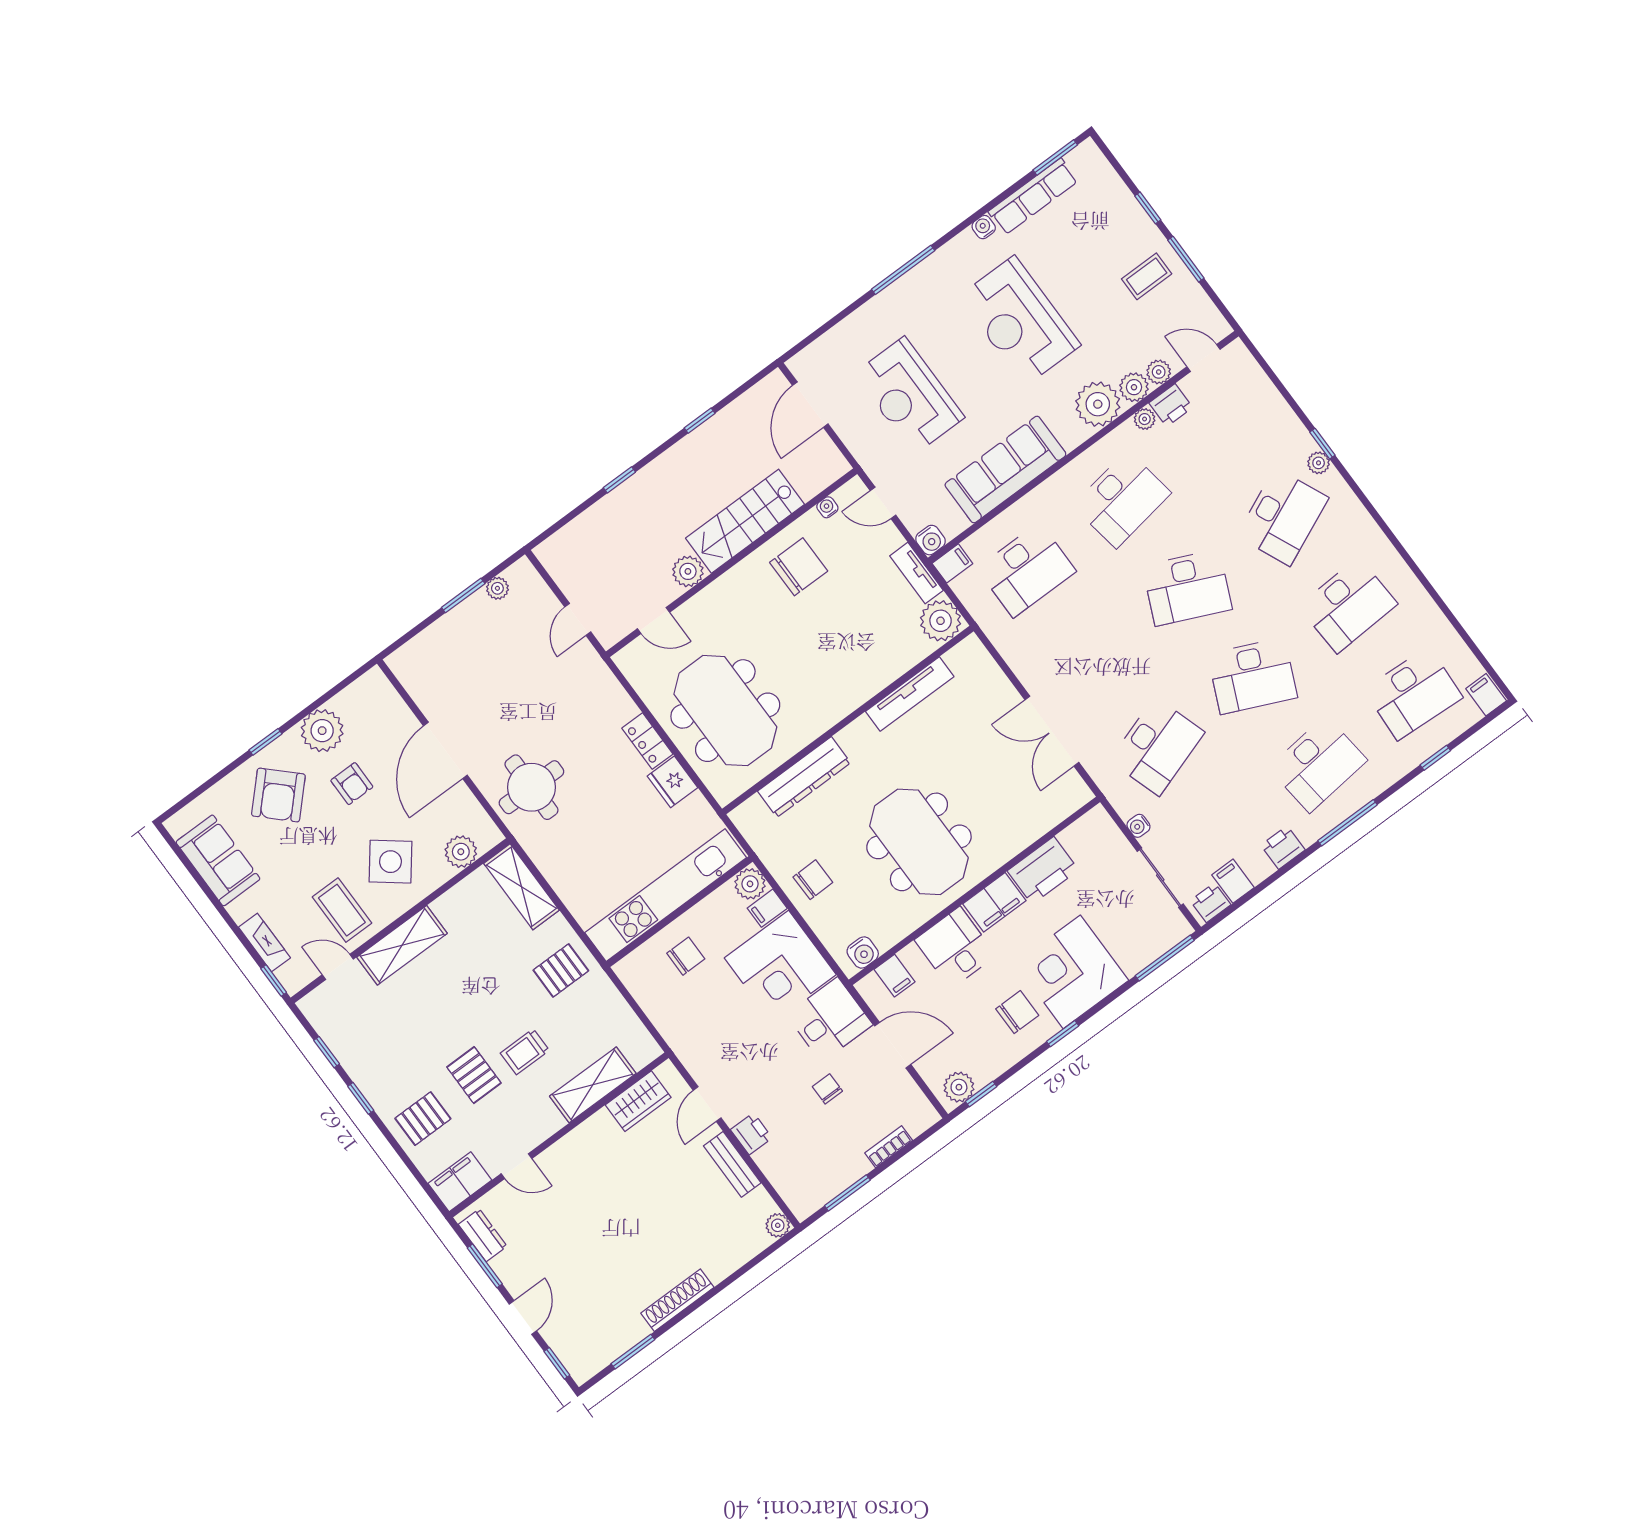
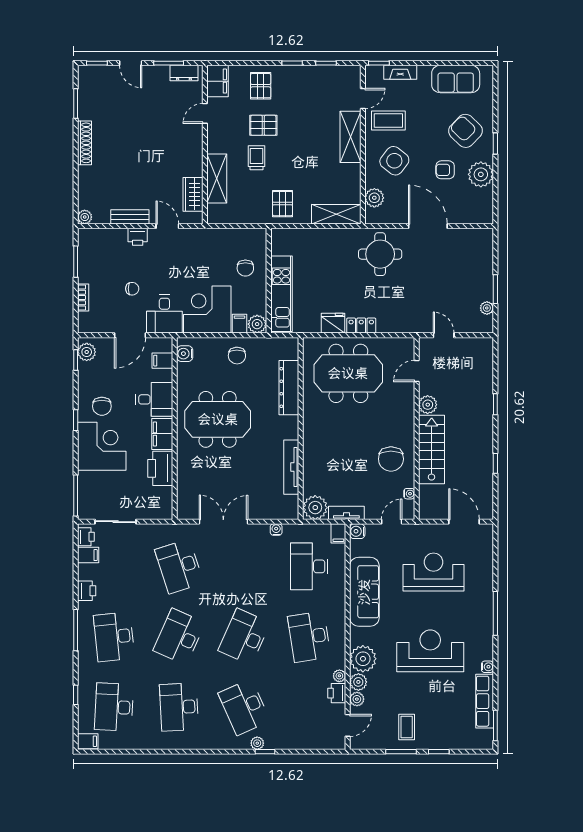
water cooler: (1138, 826) -> (276, 530), moved
kitchen unit: (666, 895) -> (281, 294), width x0.73

